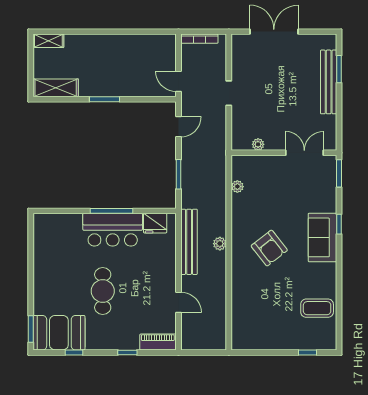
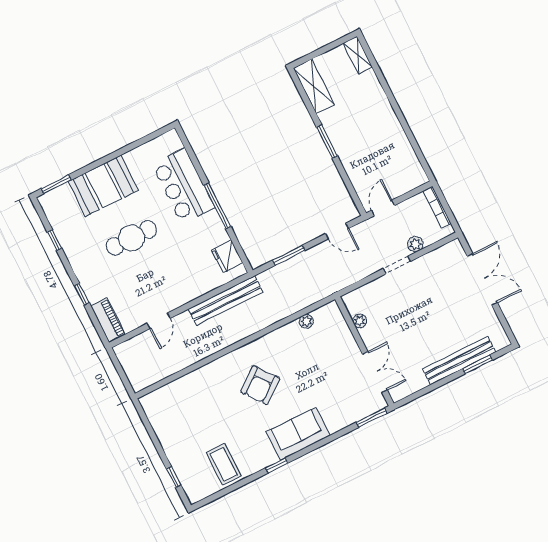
window: (339, 224) -> (277, 465), moved
bar counter: (113, 230) -> (183, 186), moved
plant: (220, 244) -> (415, 244), moved
booth: (59, 333) -> (103, 186), moved, turned 90

